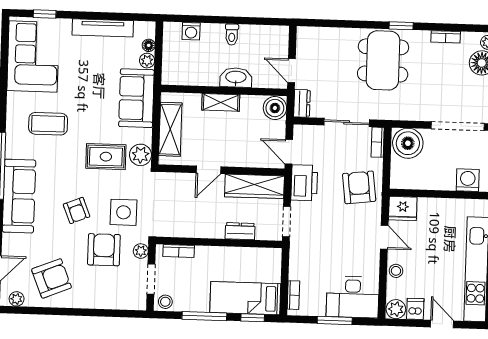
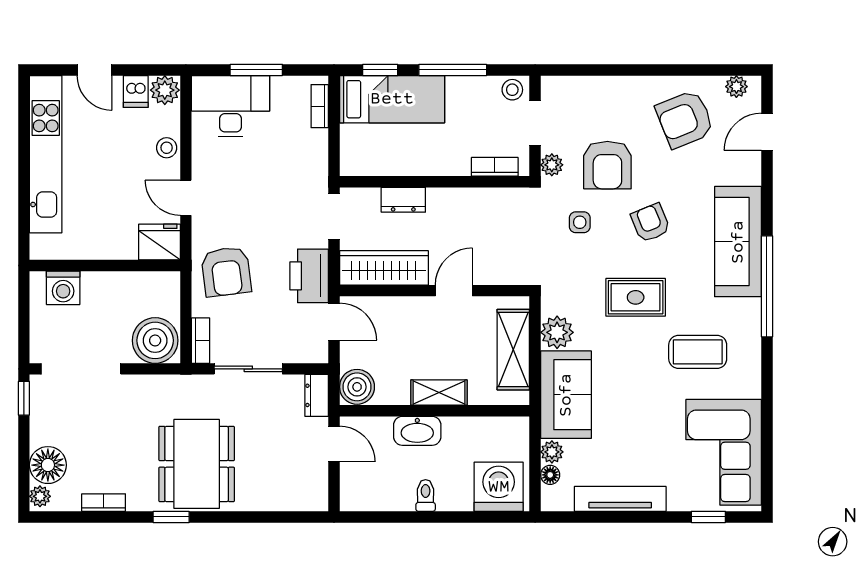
washing machine: (191, 31) -> (499, 487), width x1.89, depth x1.89
plant: (140, 155) -> (557, 332), moved
rug: (106, 157) -> (636, 297), moved
side table: (123, 212) -> (580, 222), width x0.54, depth x0.54

